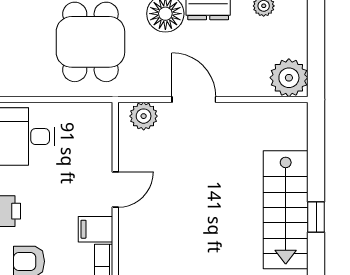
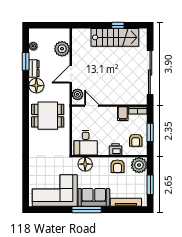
plant: (289, 78) -> (62, 49), moved
door: (115, 190) -> (92, 106), moved

